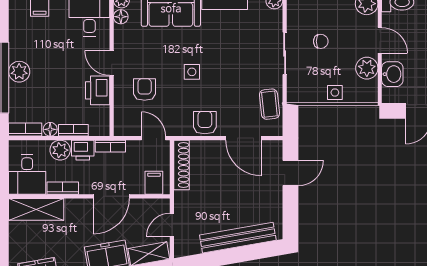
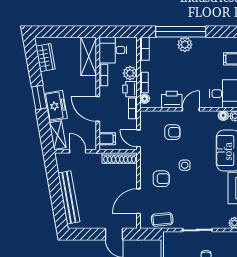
armchair: (205, 123) -> (161, 179), moved
floor lamp: (50, 129) -> (145, 99), moved
door: (153, 138) -> (138, 138), swing flipped

